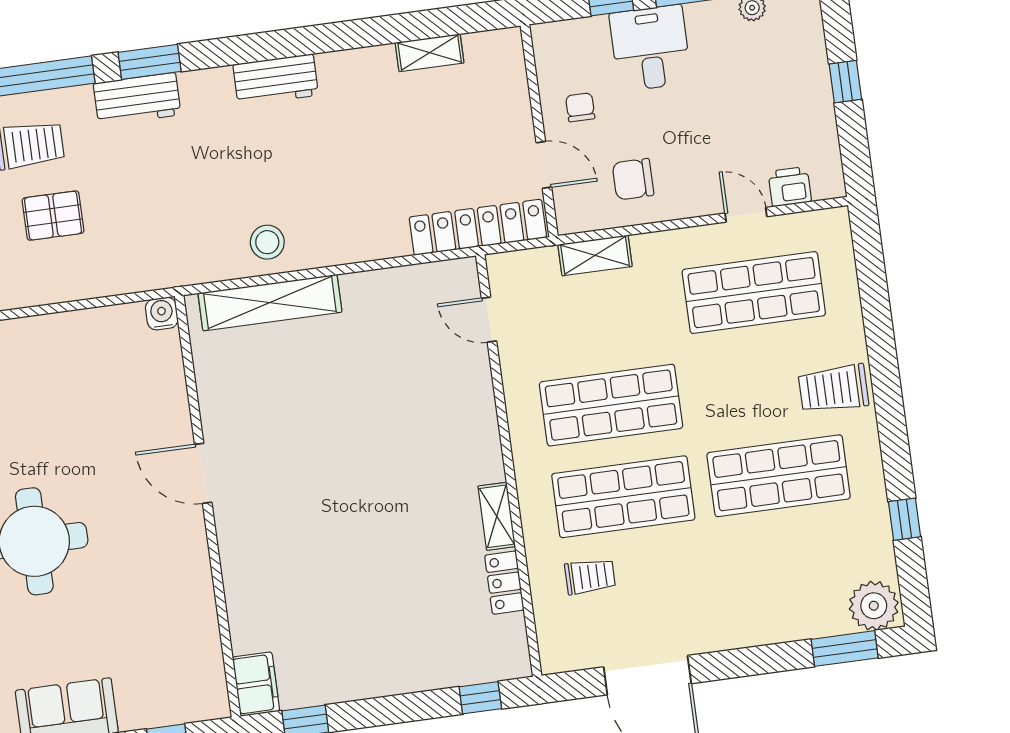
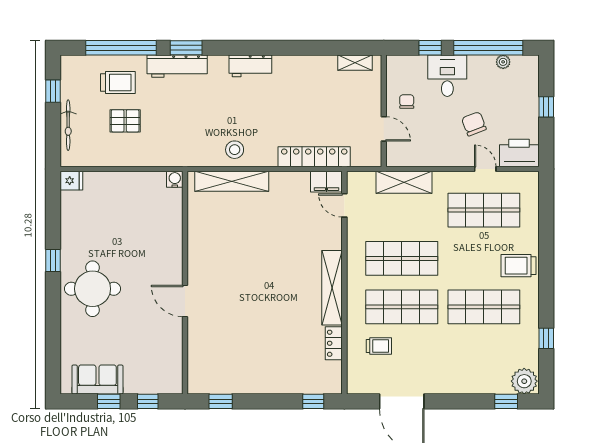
shelving: (430, 53) -> (355, 63), moved
workbench: (137, 99) -> (177, 66), width x1.37
chair: (633, 179) -> (474, 124), moved, turned 69
printer: (790, 187) -> (519, 153), width x1.87, depth x1.48
locker: (478, 227) -> (314, 157), moved
shelving: (595, 255) -> (404, 182), width x1.50, depth x1.33
door: (203, 473) -> (185, 301), moved
shelving: (497, 516) -> (332, 288), width x2.20, depth x1.33
window: (845, 649) -> (506, 401), width x0.67
filing cabinet: (256, 684) -> (326, 182), moved, turned 90

